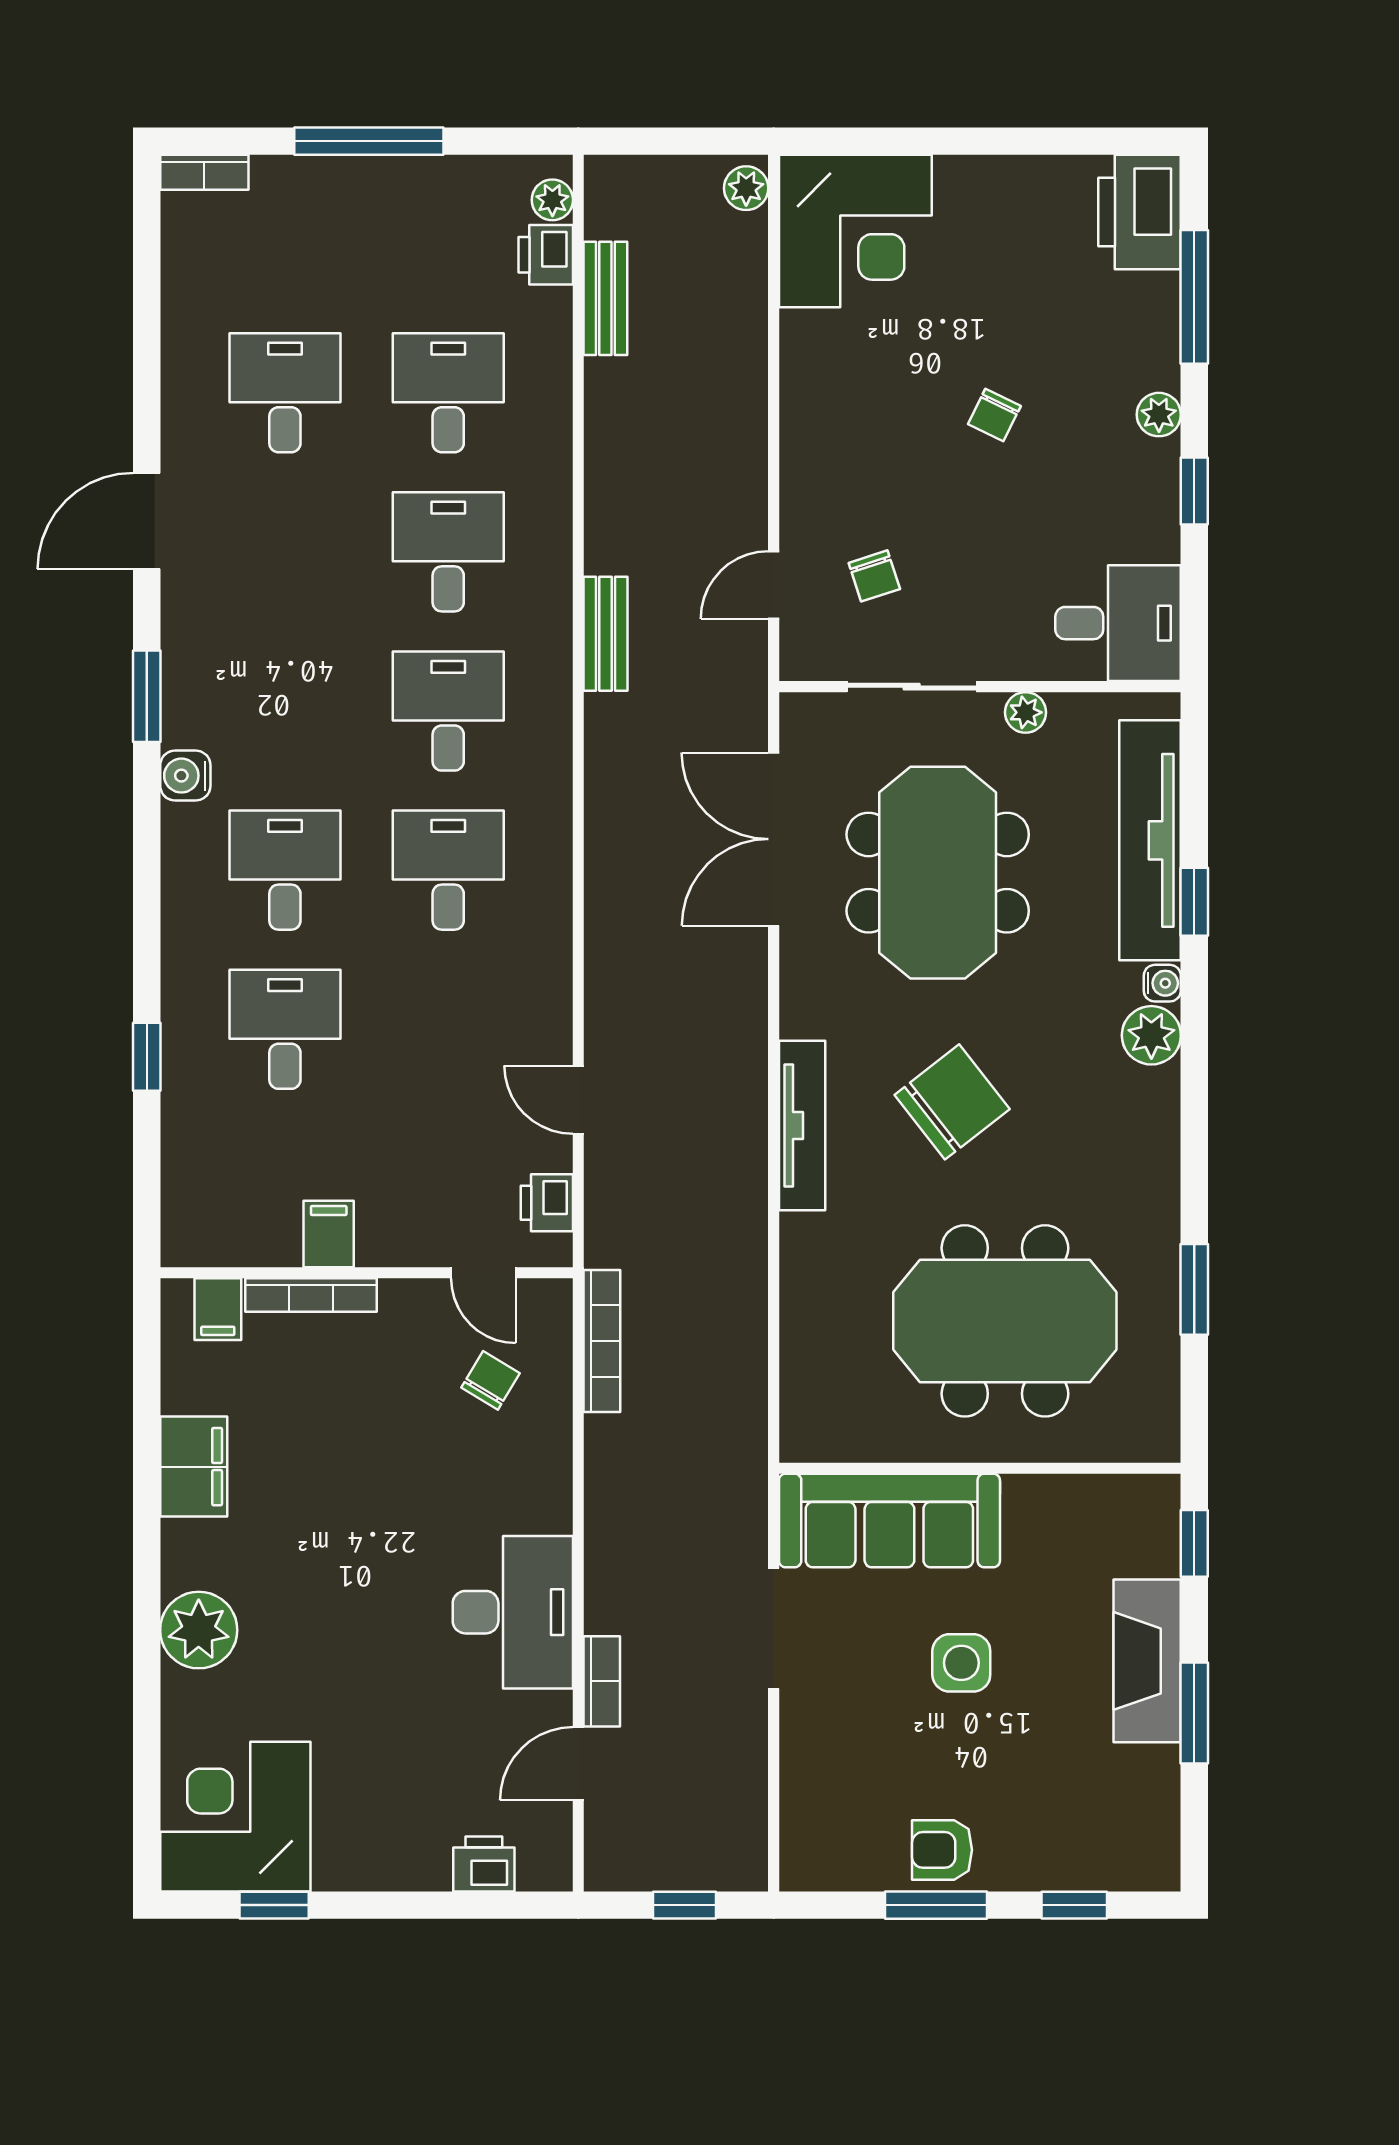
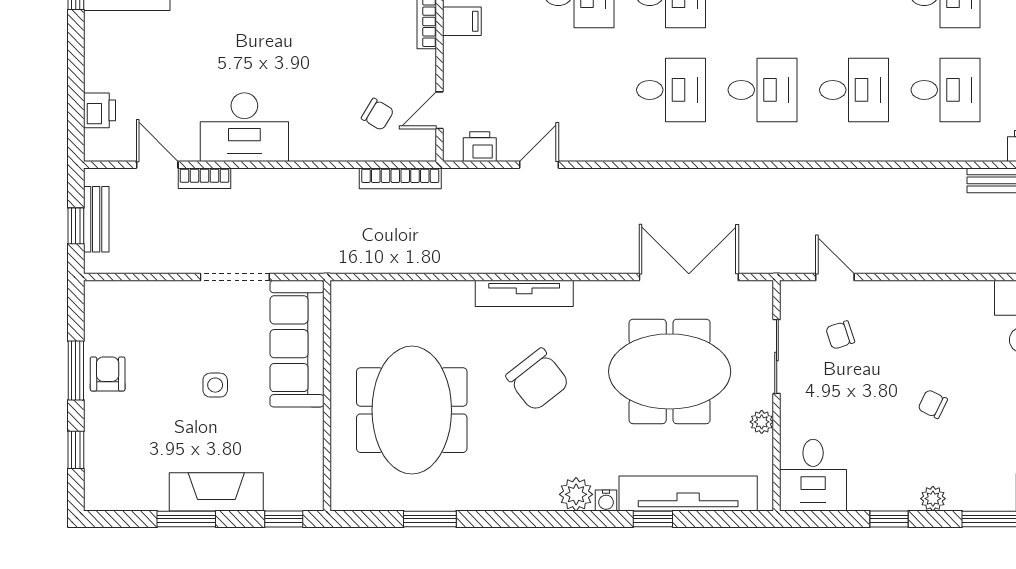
bench: (605, 634) -> (96, 219), moved, turned 90
side table: (961, 1663) -> (215, 385), width x0.73, depth x0.73

